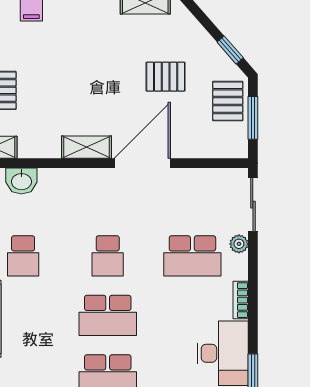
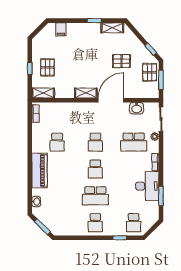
washbasin: (21, 181) -> (137, 108), moved
school desk: (108, 315) -> (95, 169), width x0.54

